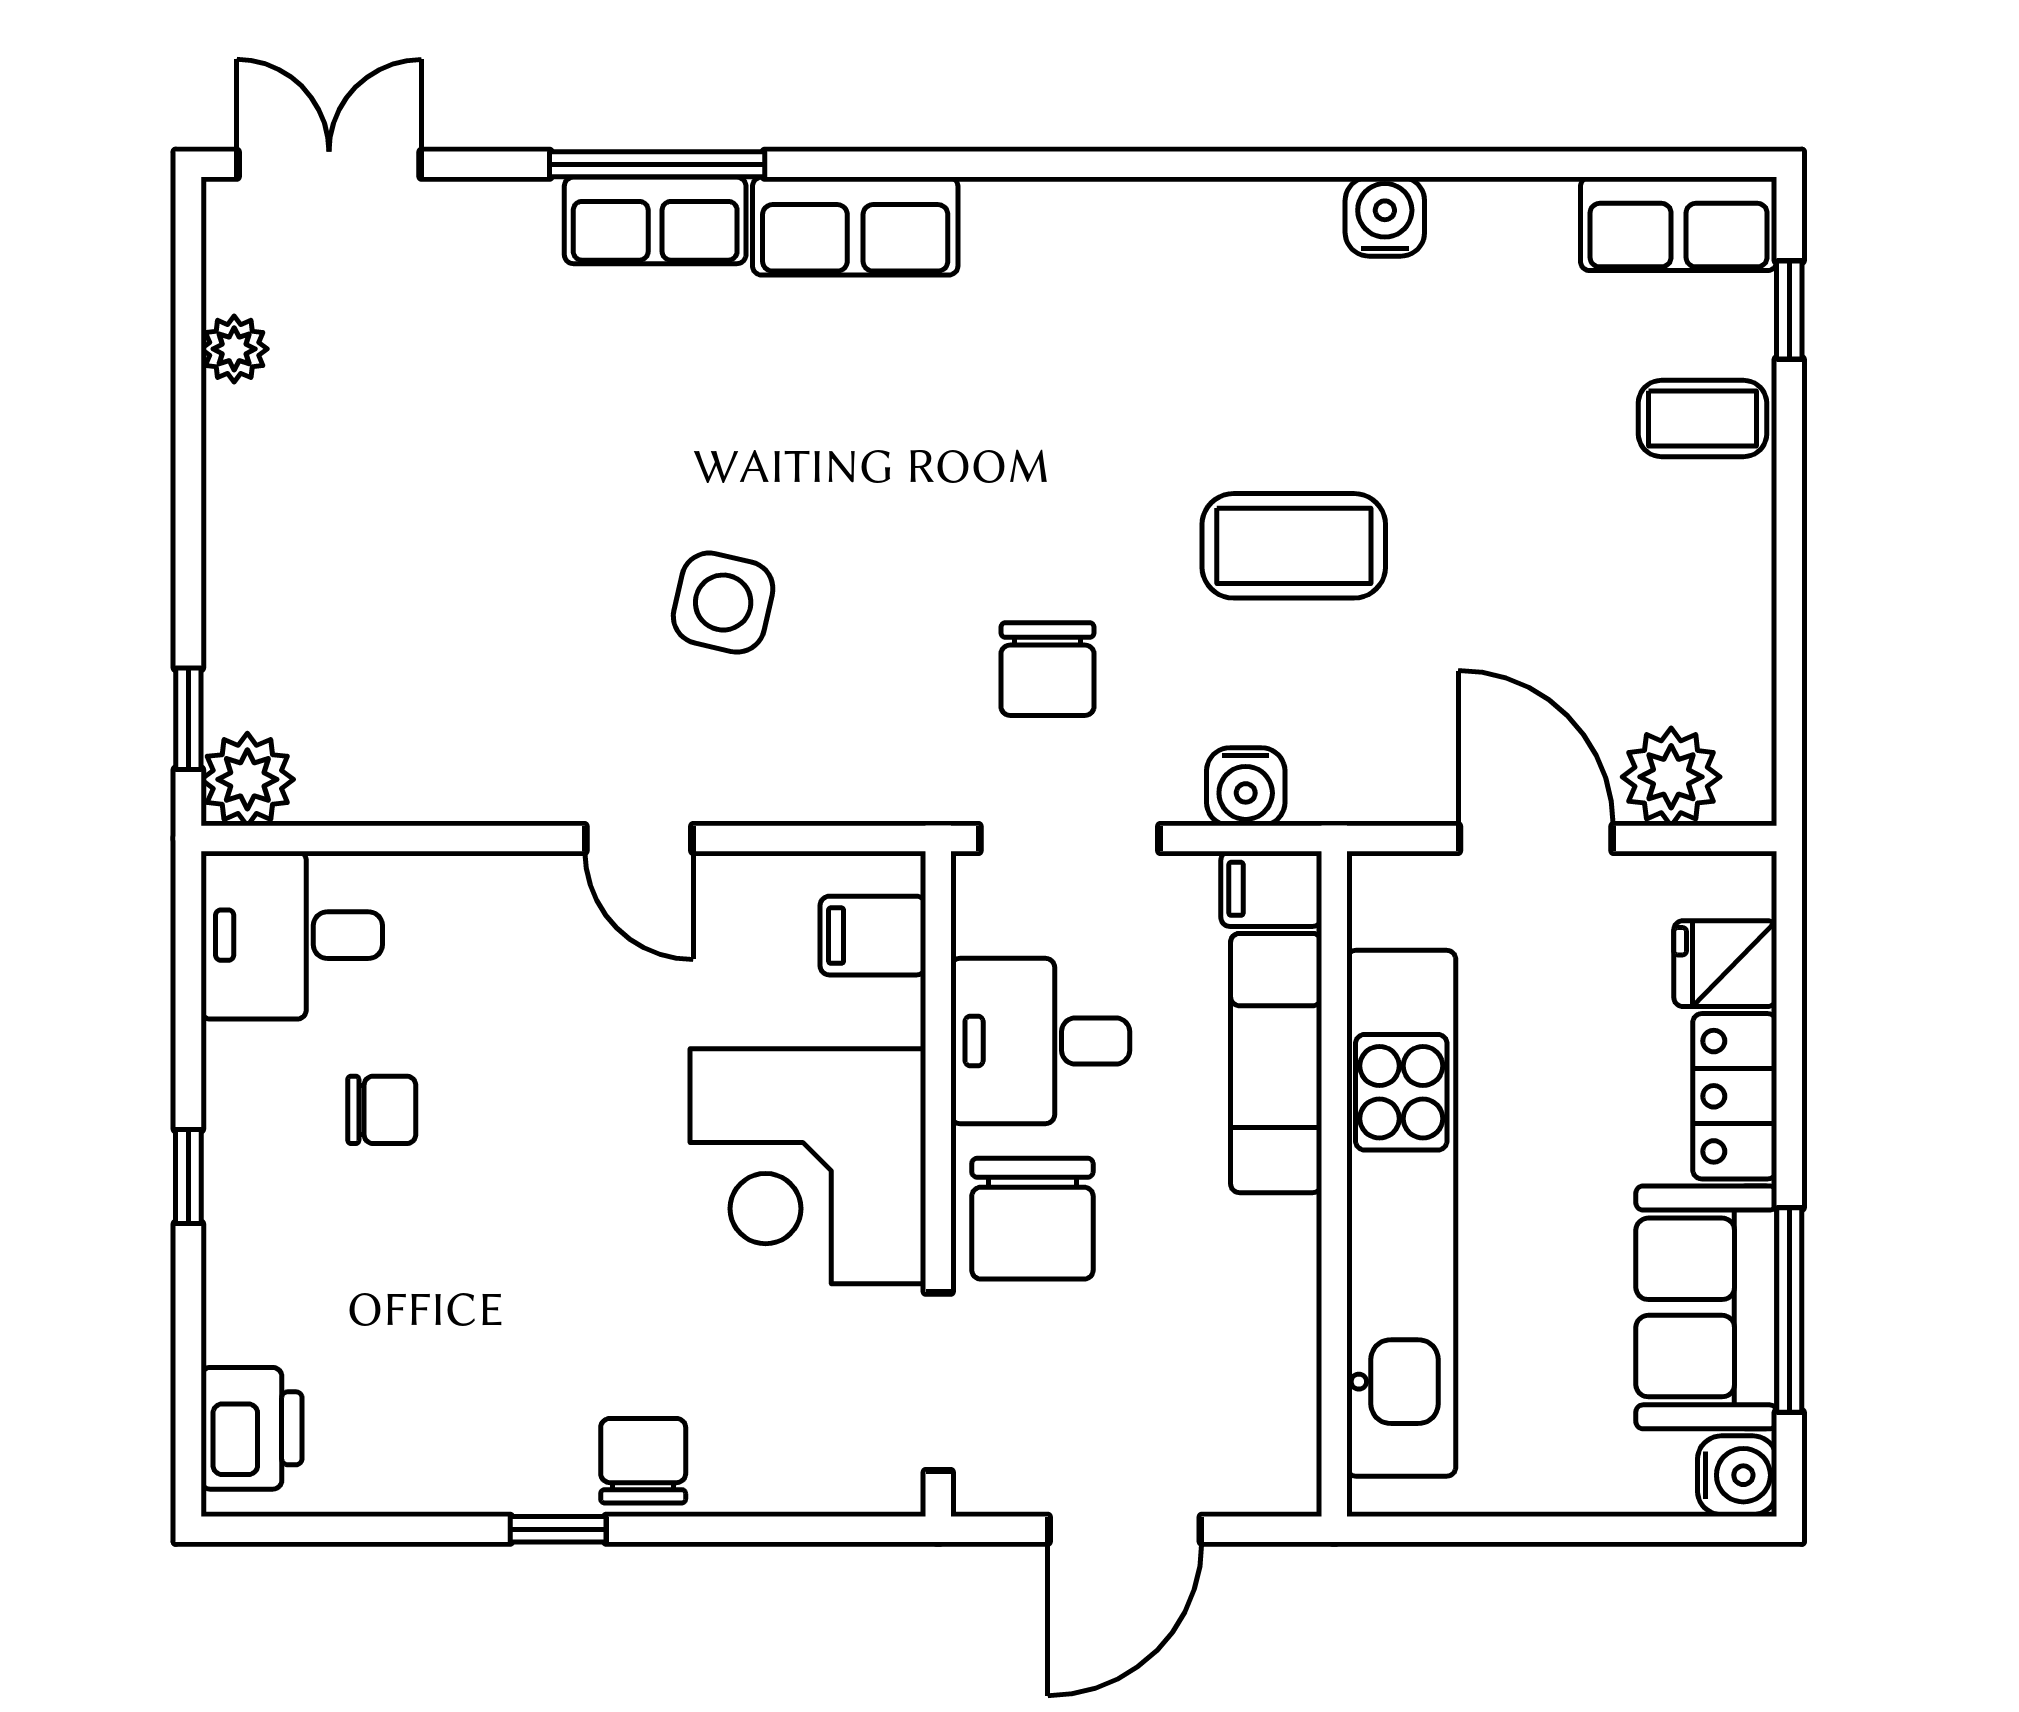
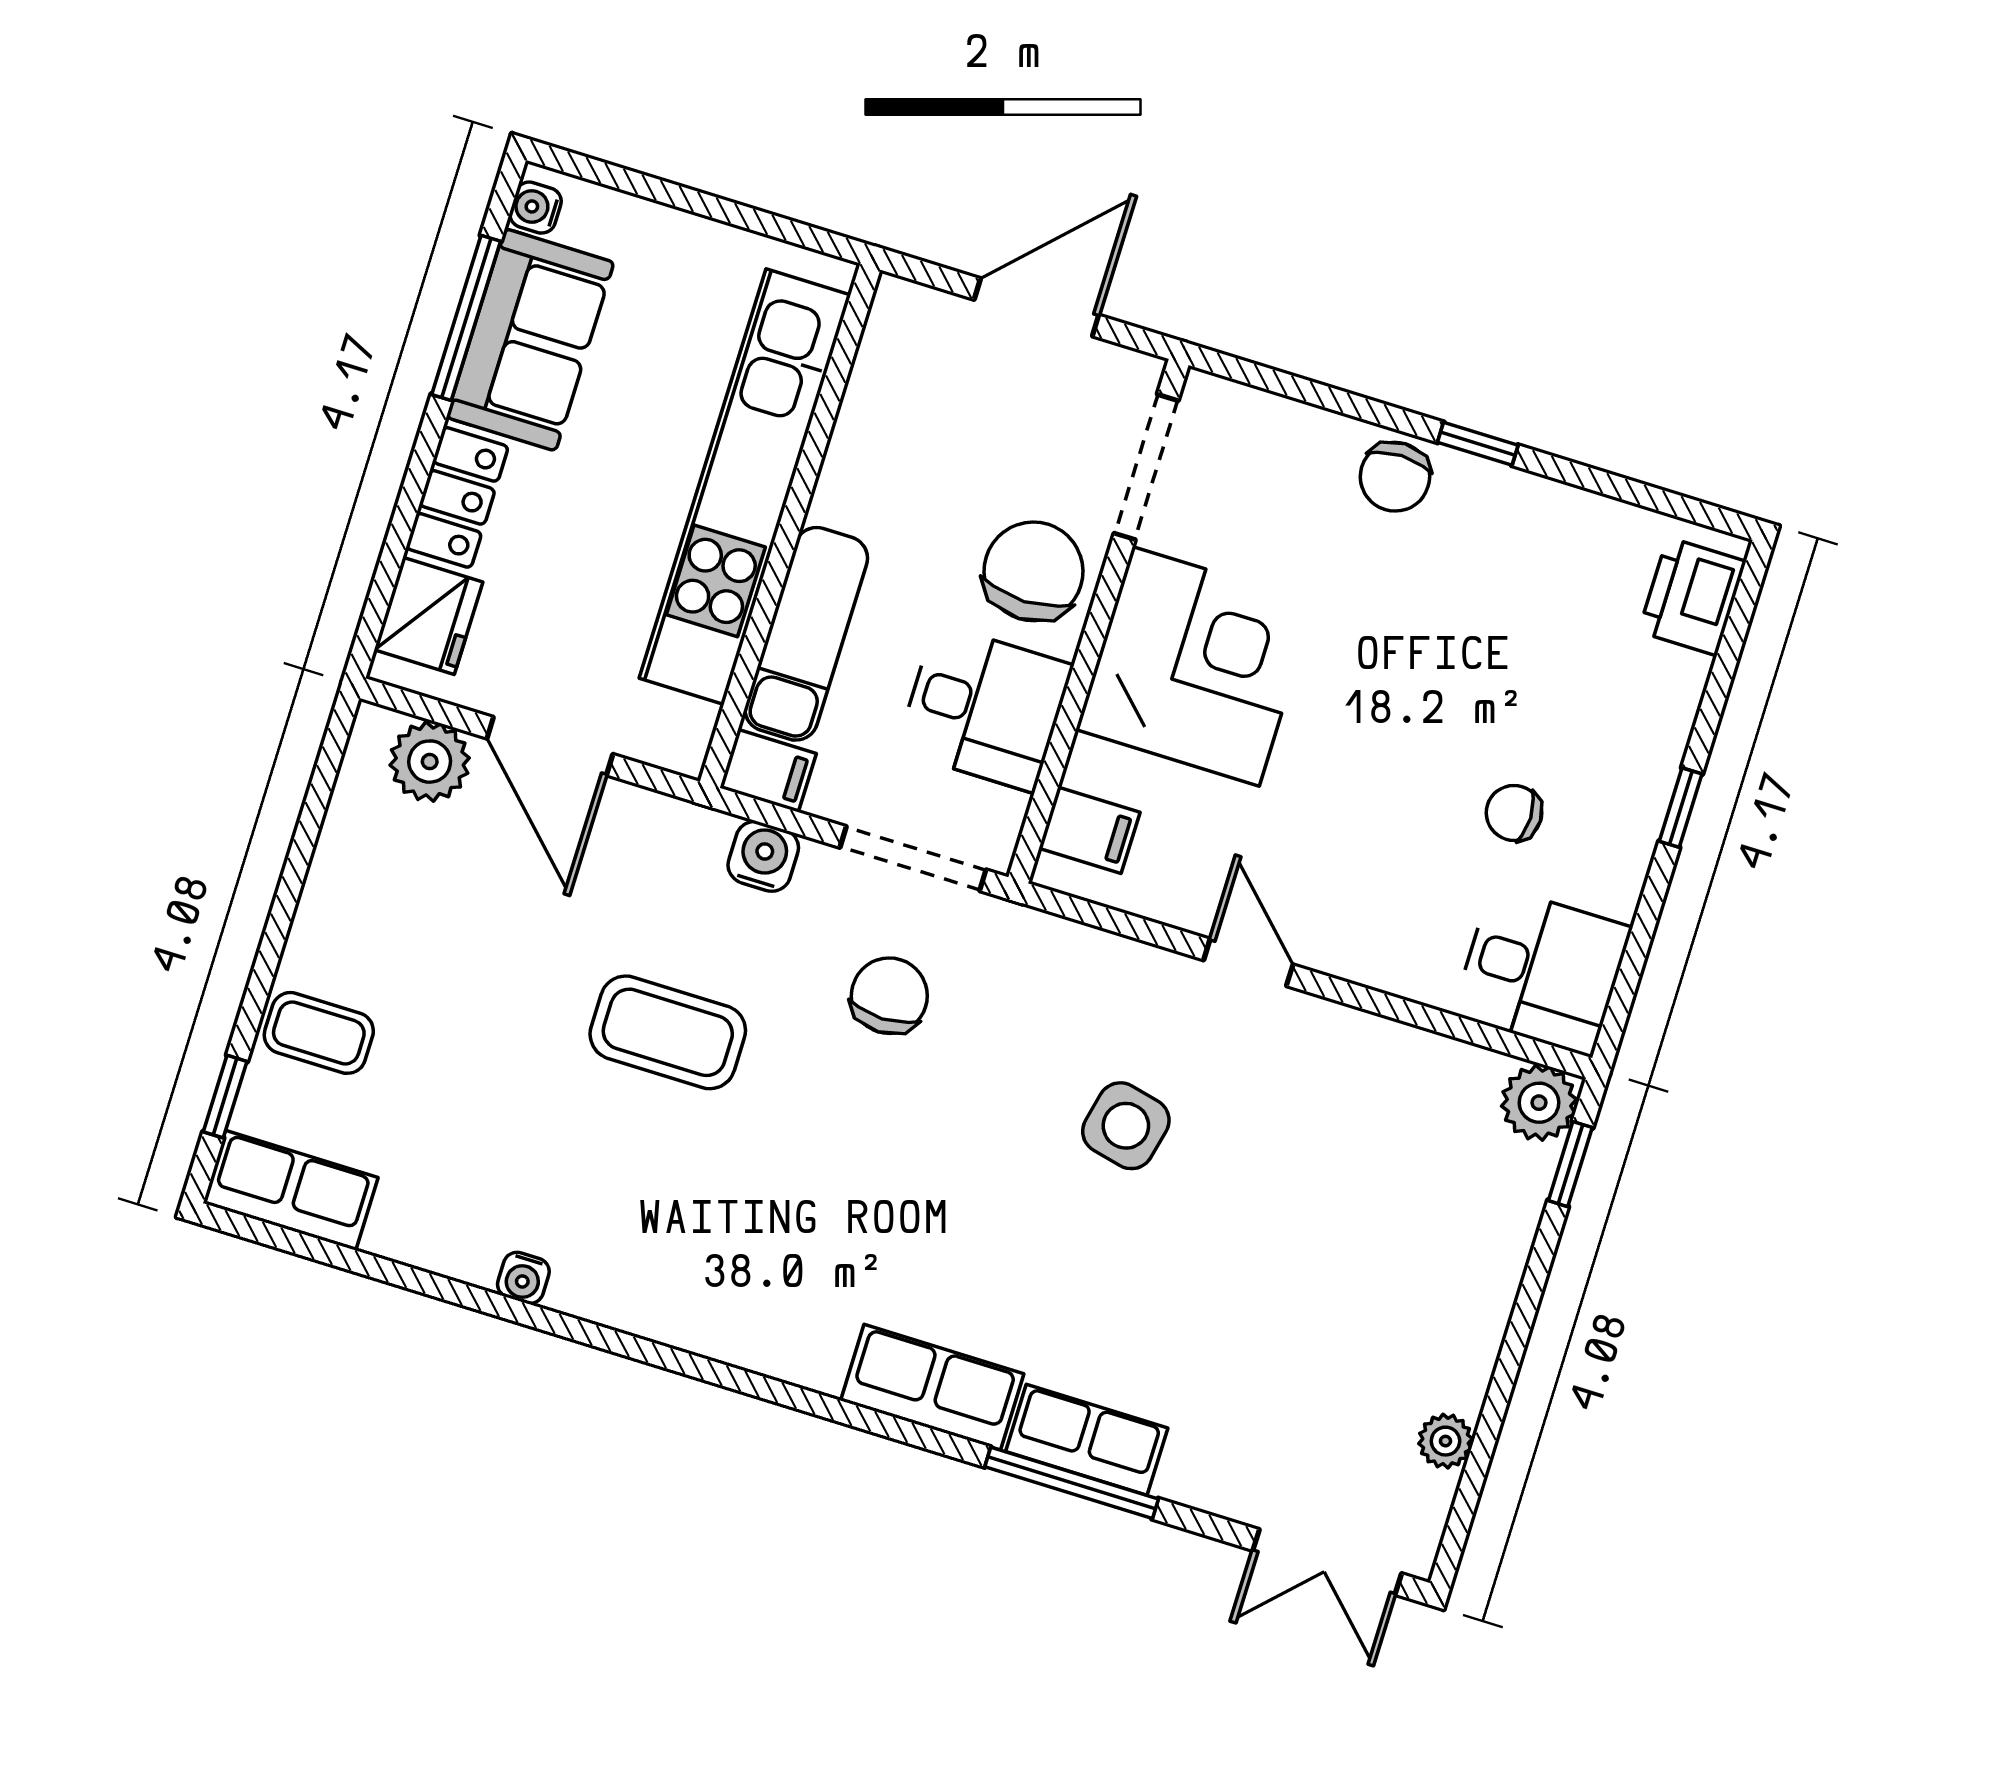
water cooler: (1385, 217) -> (523, 1278), width x0.72, depth x0.72
fridge: (1725, 964) -> (428, 616), width x1.38
water cooler: (1737, 1475) -> (535, 208), width x0.72, depth x0.72

